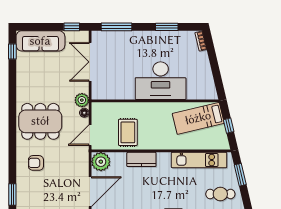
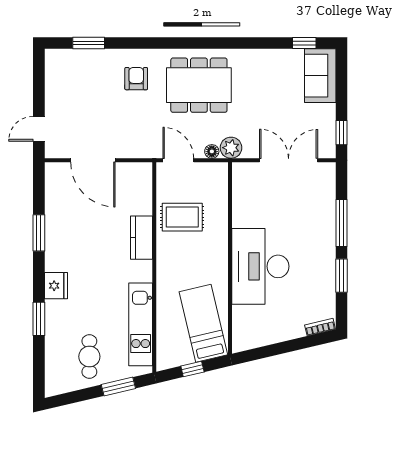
window: (117, 27) -> (342, 223), moved
sofa: (40, 41) -> (320, 76), width x0.73
dining table: (40, 121) -> (199, 85), turned 90
plant: (101, 162) -> (138, 176), removed

